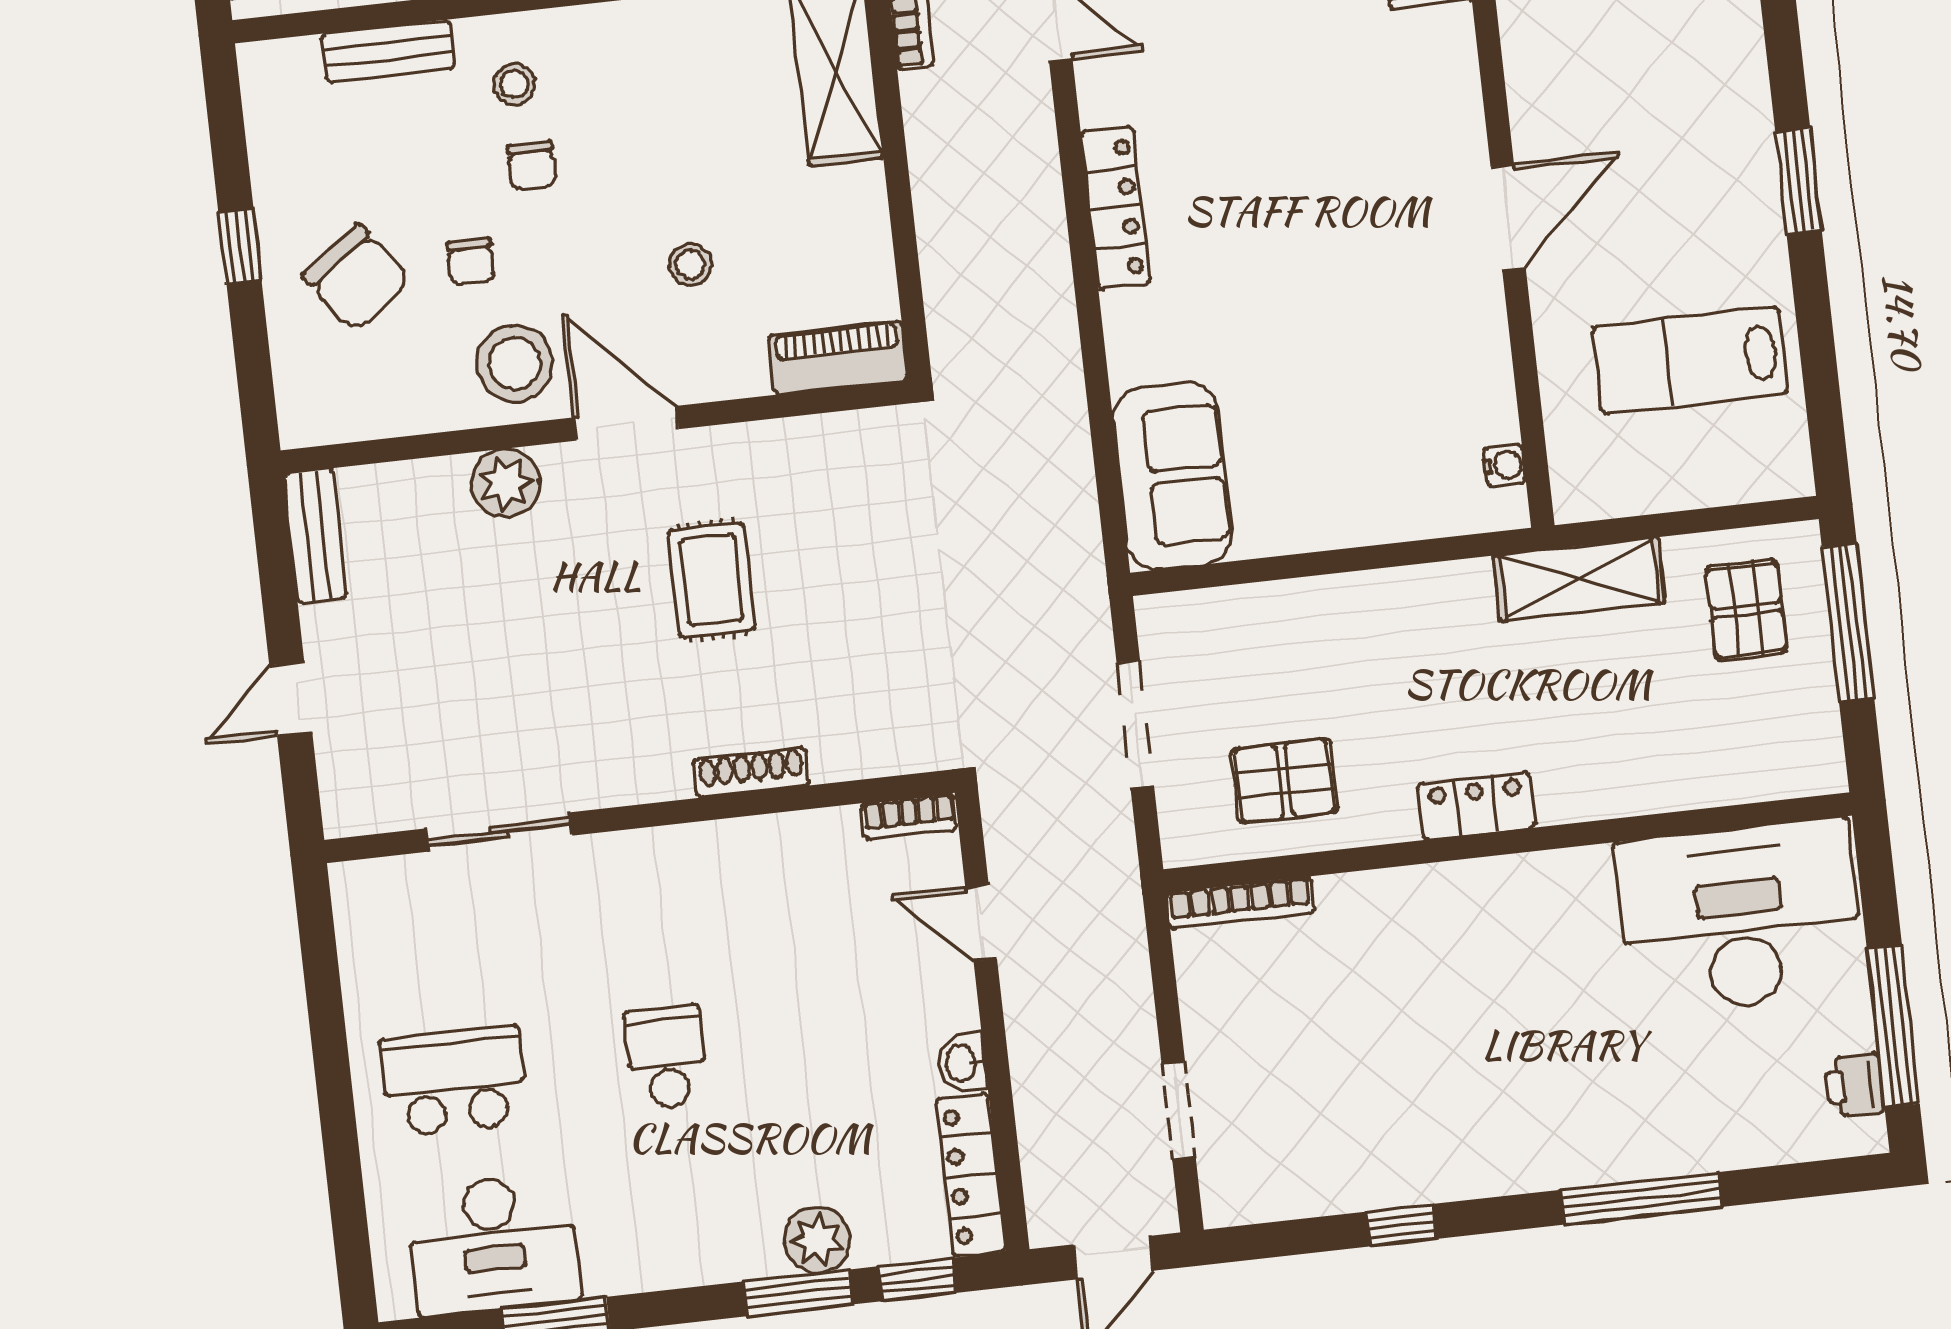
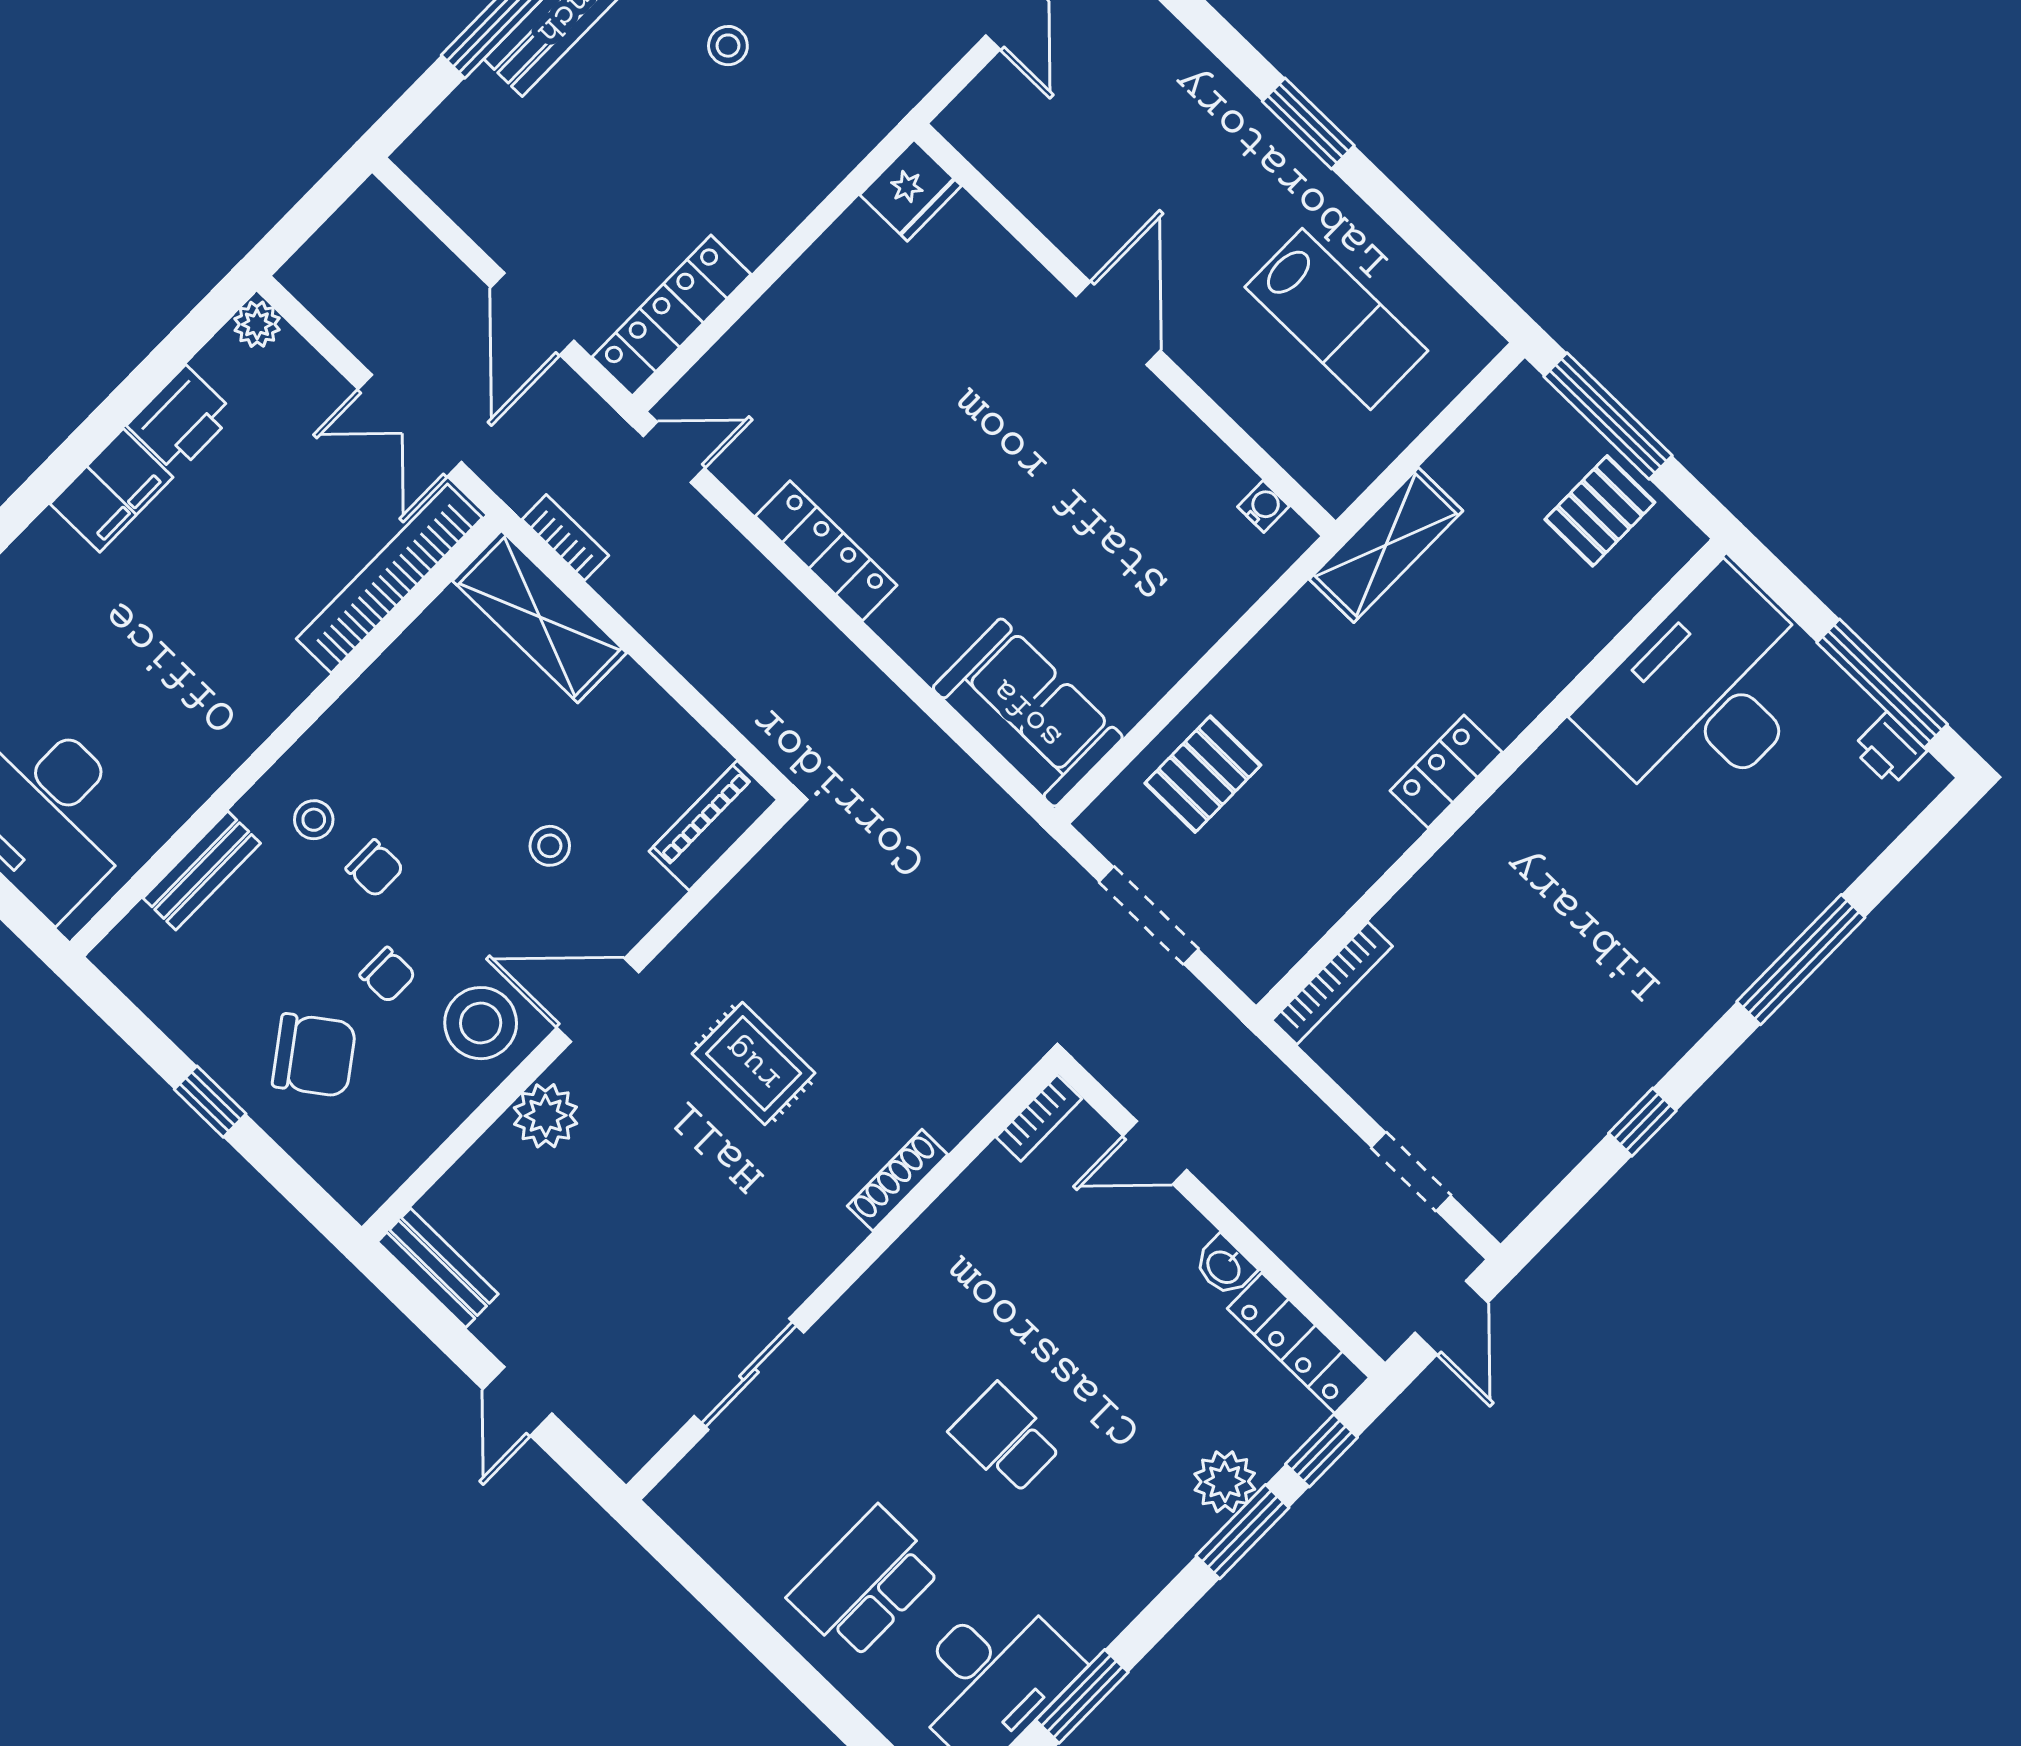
lab bench: (1690, 360) -> (1336, 319), turned -90
pallet: (1746, 610) -> (1600, 511), moved, turned 90
pallet: (1284, 781) -> (1203, 774), moved

